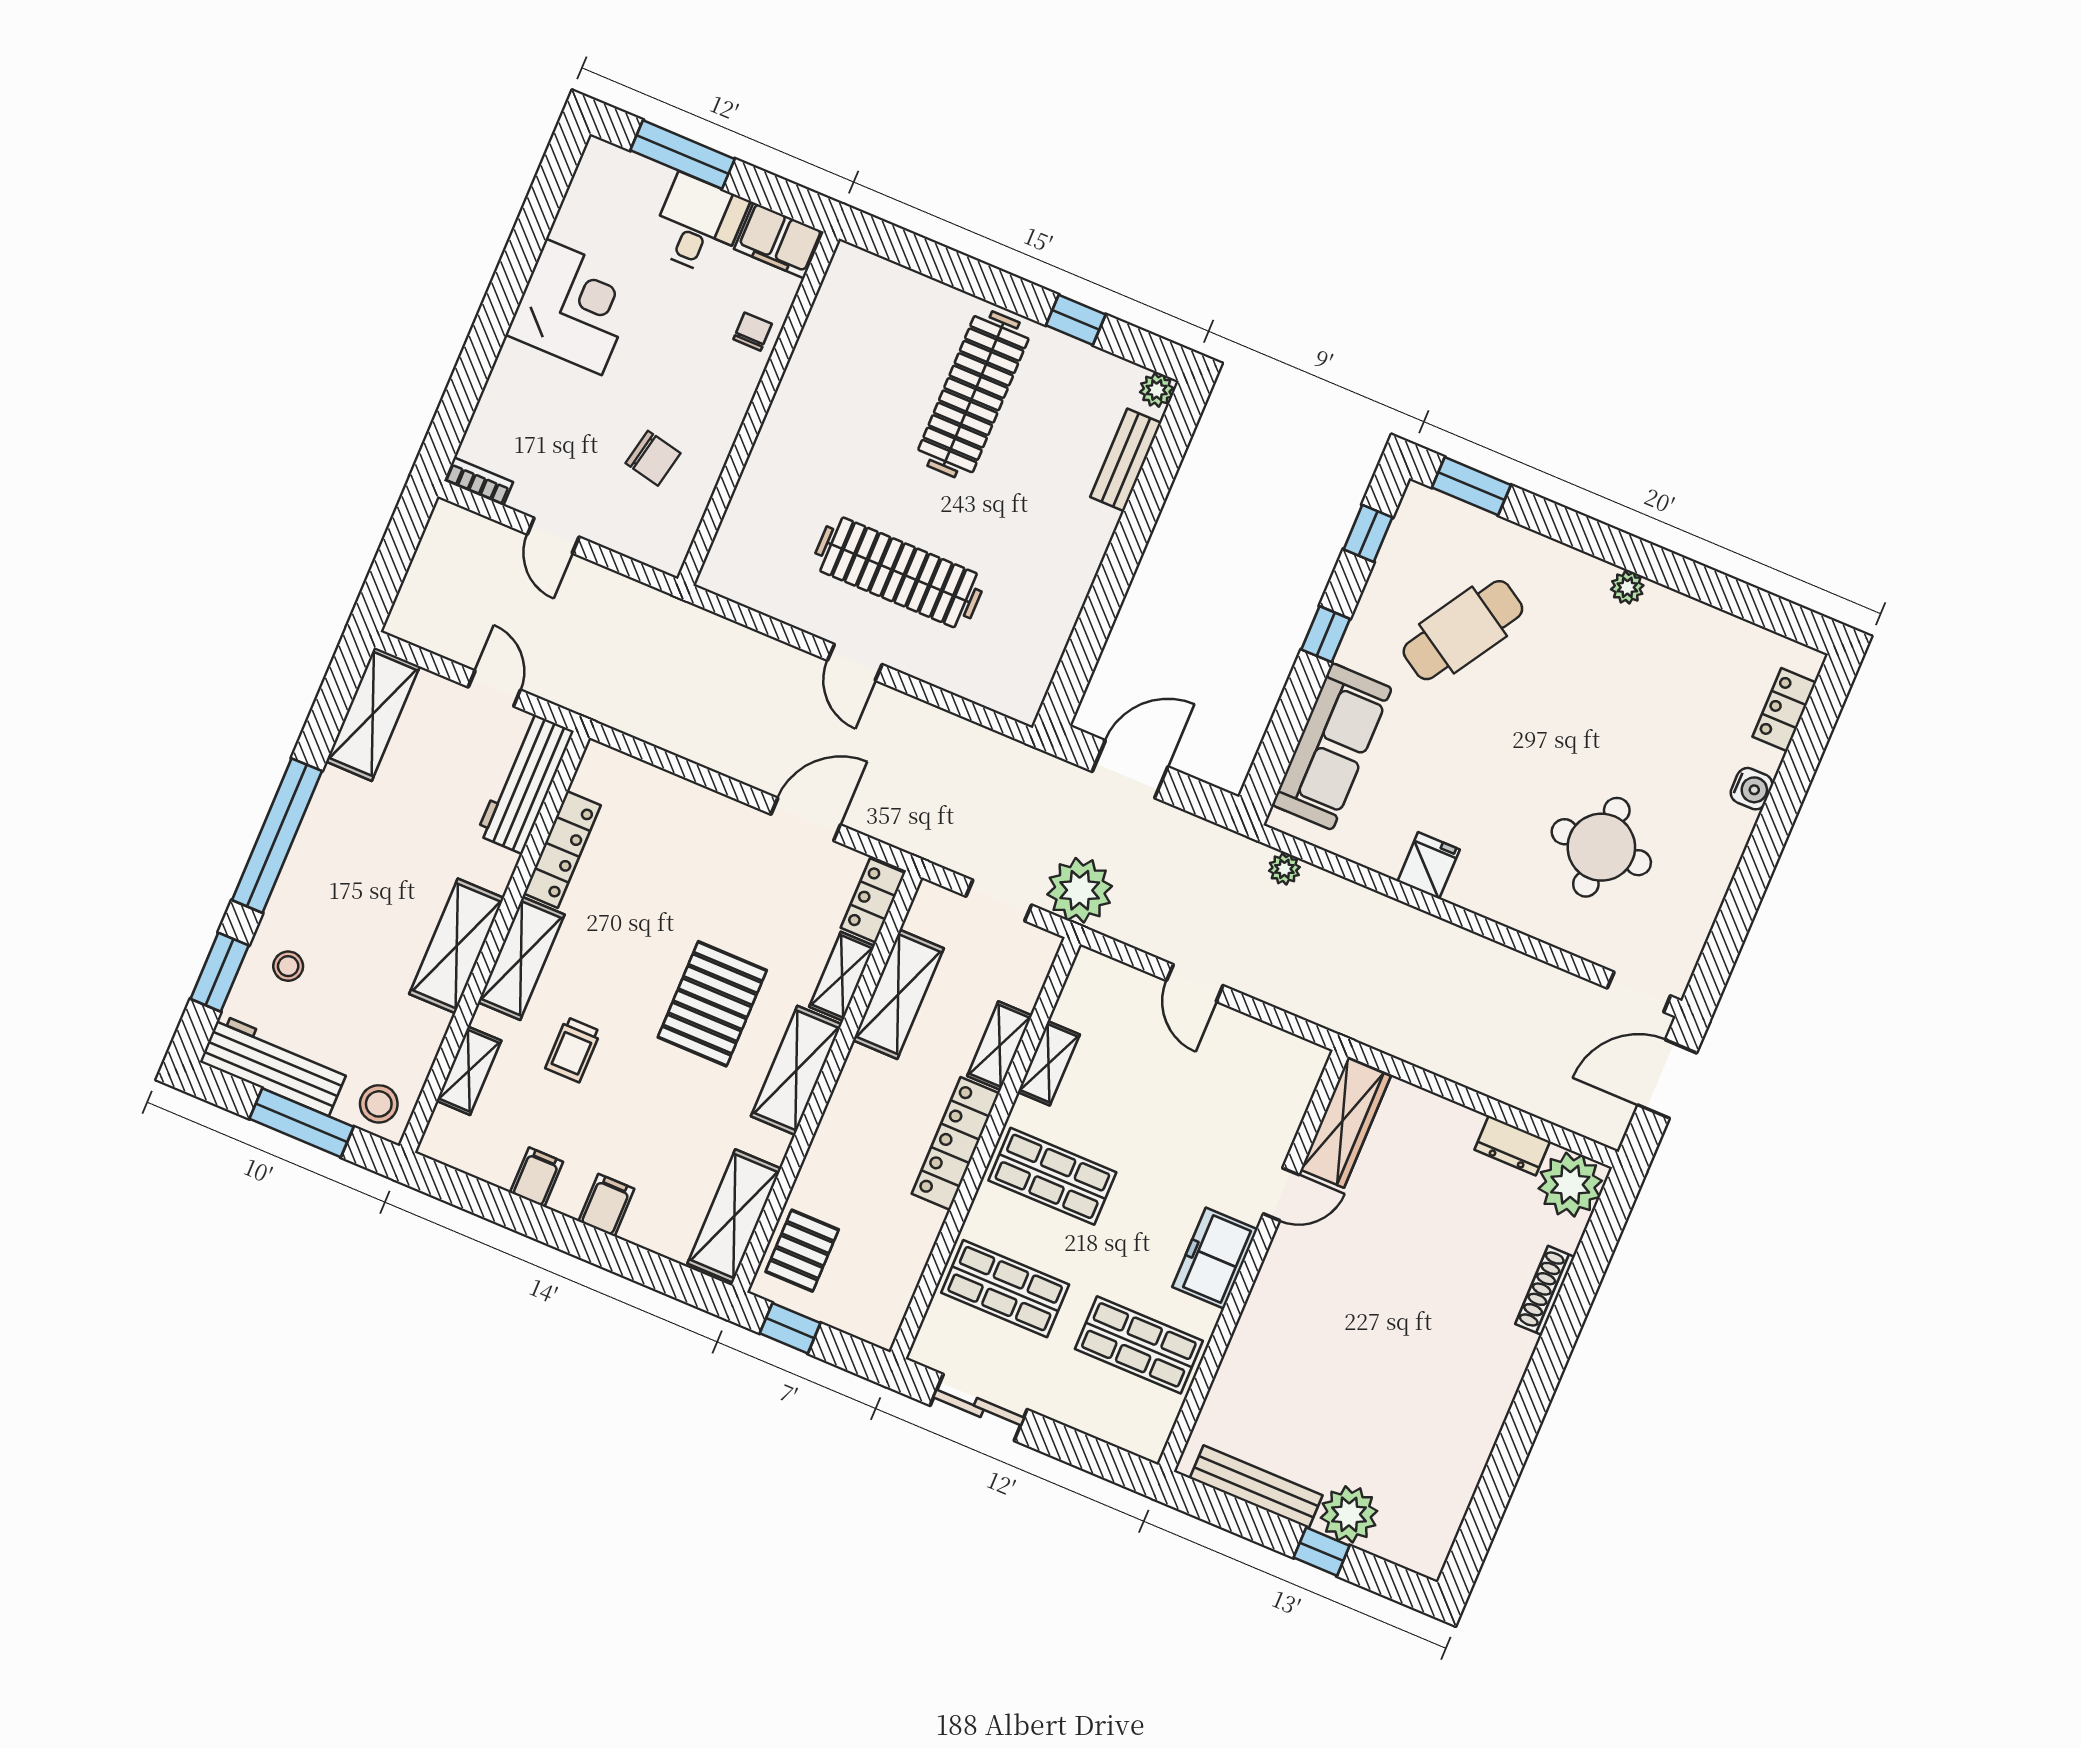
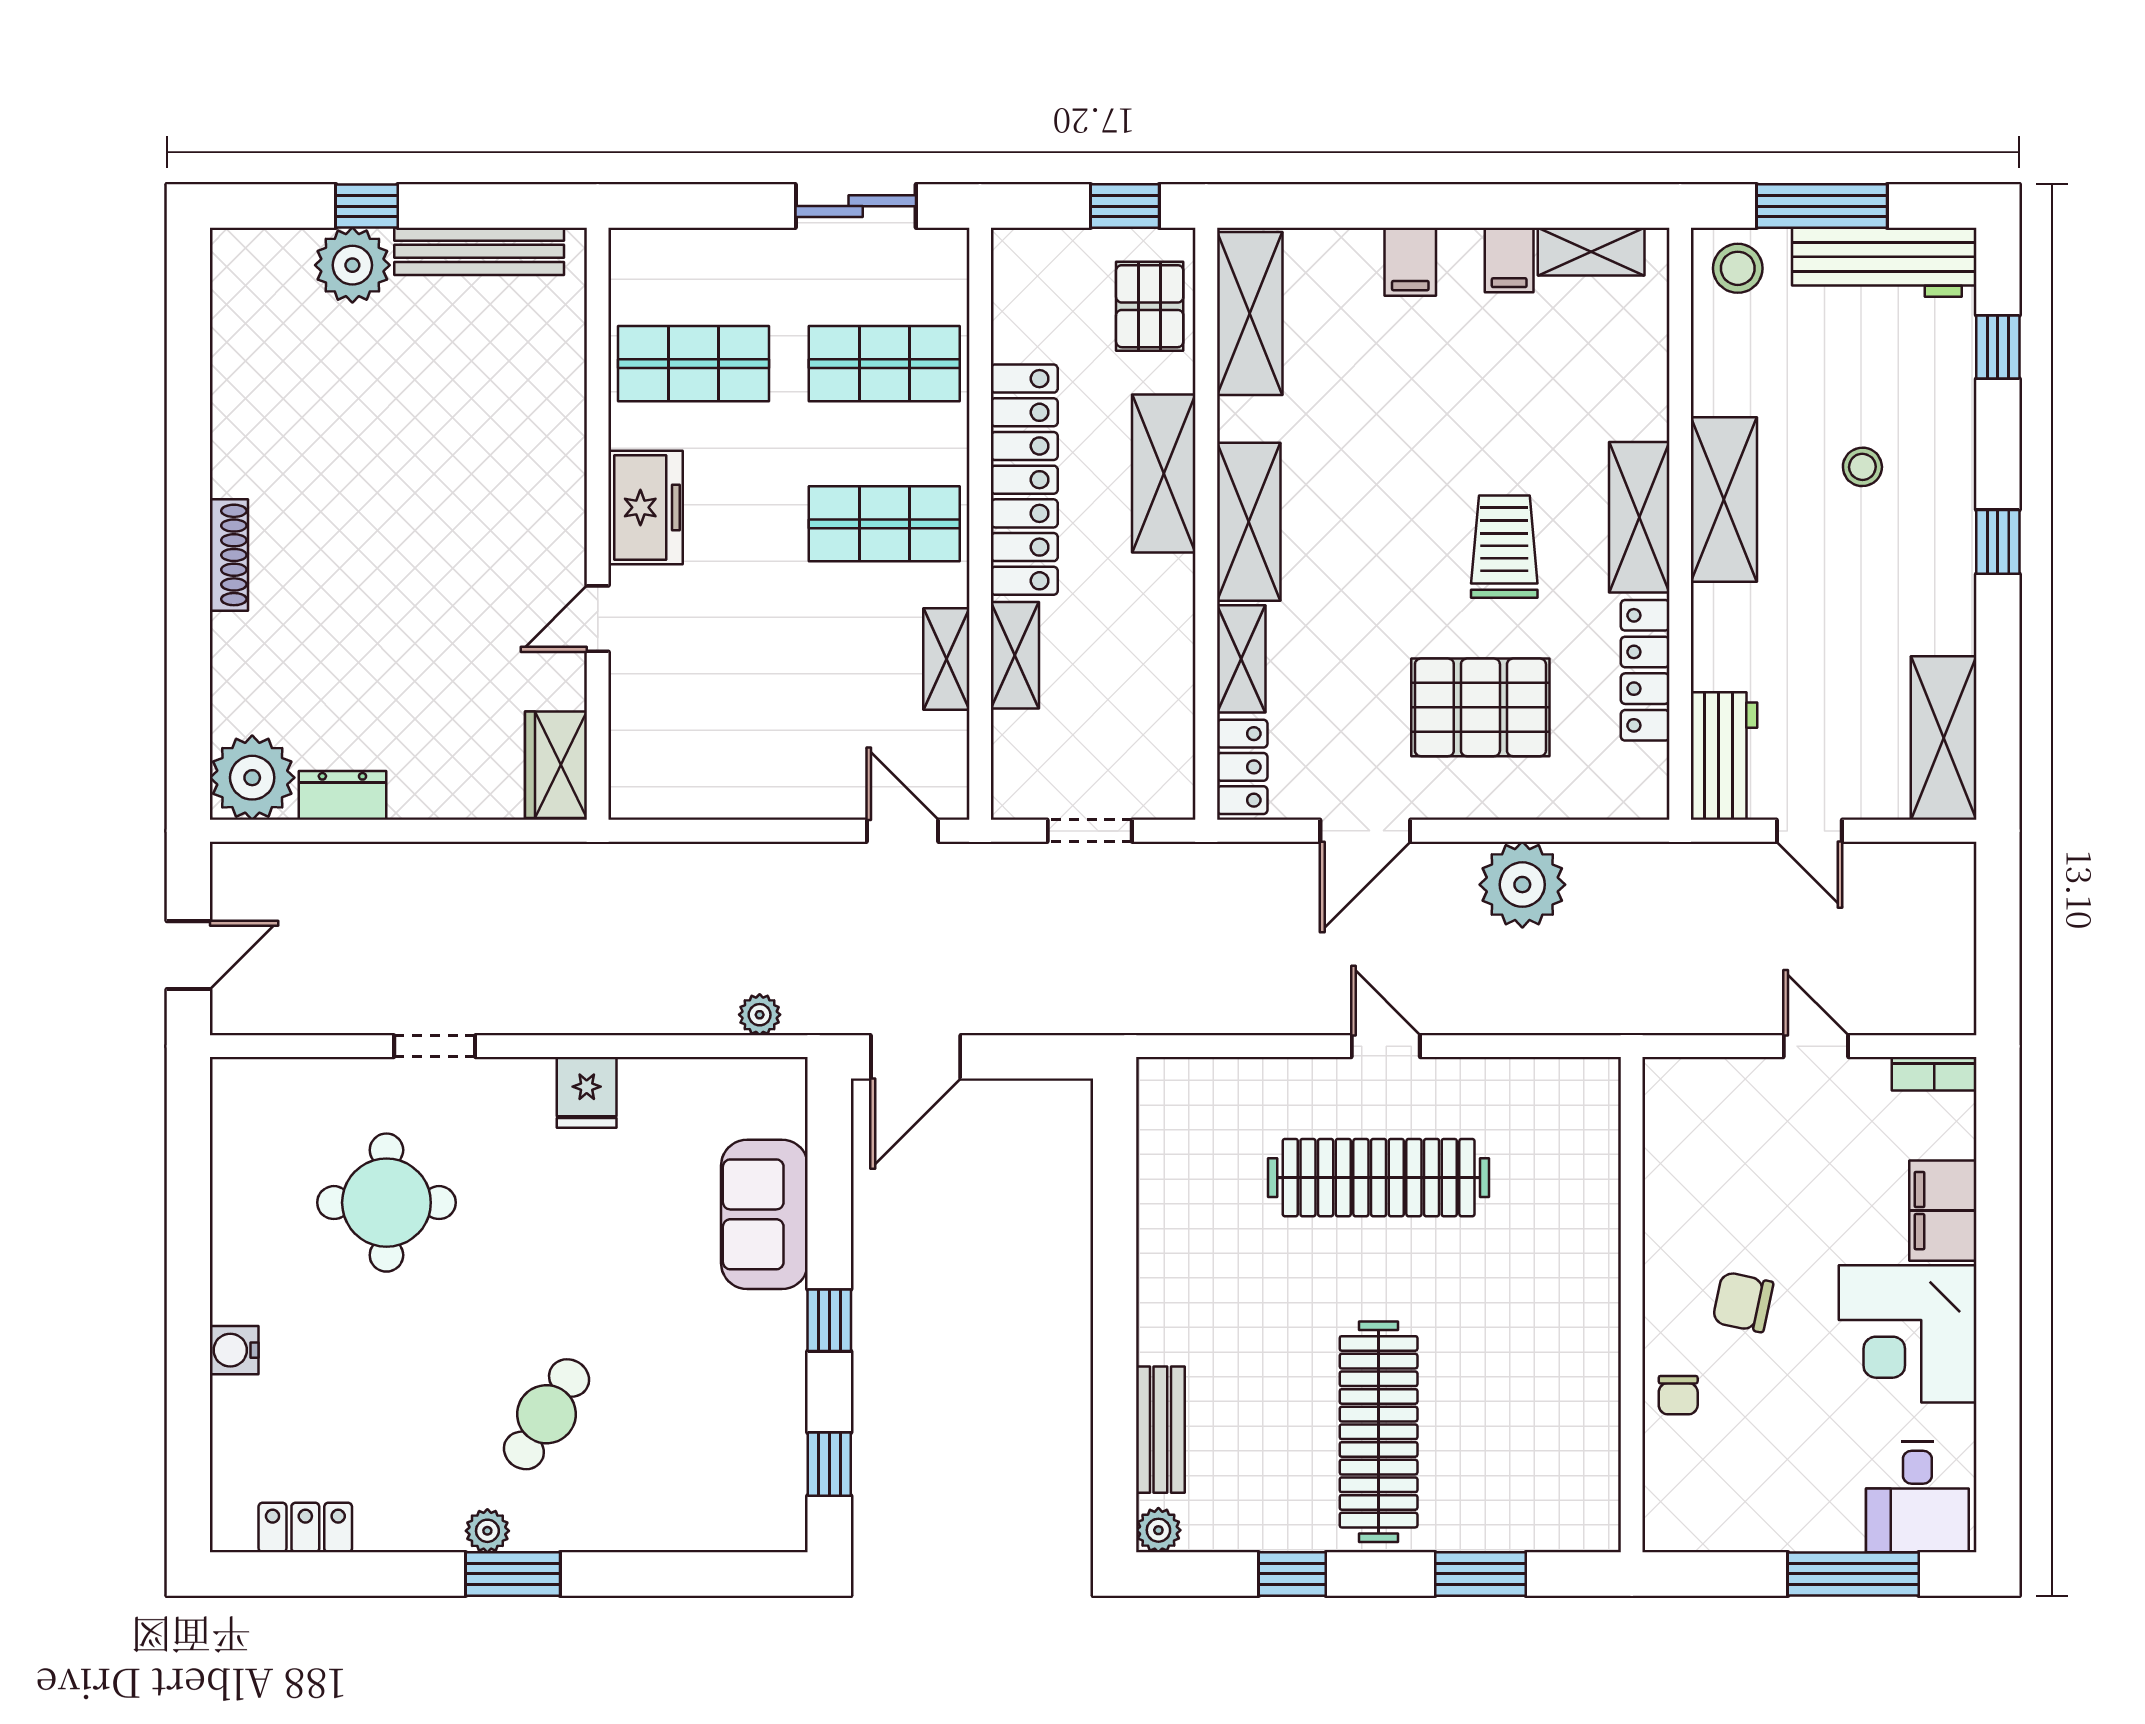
desk: (698, 225) -> (1917, 1497), moved
filing cabinet: (779, 240) -> (1943, 1211), moved, turned -90
window: (944, 264) -> (1480, 1574), added
chair: (653, 458) -> (1743, 1302), moved
window: (1471, 486) -> (513, 1574), moved
cafe table: (1463, 630) -> (546, 1414), moved, width x0.73, depth x0.74
locker: (1784, 710) -> (305, 1528), moved, turned -90
sofa: (1332, 746) -> (764, 1214), width x0.73
door: (1130, 769) -> (916, 1057), moved
workbench: (525, 783) -> (1724, 756), width x0.73
window: (277, 836) -> (1998, 542), width x0.32
plant: (1080, 890) -> (1522, 885), moved
stool: (288, 966) -> (1862, 467), moved
window: (220, 972) -> (1998, 347), width x0.67
door: (1195, 983) -> (902, 831), moved
doorway: (1639, 992) -> (435, 1046), moved
shelving: (898, 994) -> (1164, 473), moved
pallet: (712, 1004) -> (1480, 707), moved, turned 90
trolley: (573, 1050) -> (1504, 547), moved, width x1.36, depth x1.39
shelving: (469, 1071) -> (1591, 252), moved, turned 90
door: (1667, 1079) -> (188, 955), width x0.73
wardrobe: (1346, 1123) -> (556, 765), width x0.67
locker: (955, 1144) -> (1024, 480), width x1.41, depth x1.21
shoe rack: (1545, 1290) -> (229, 555), moved

